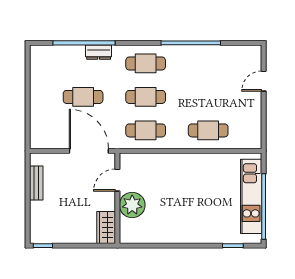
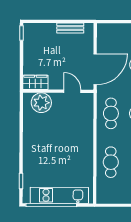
plant: (132, 205) -> (41, 103), moved

